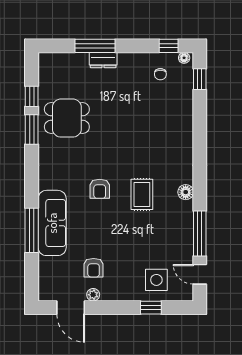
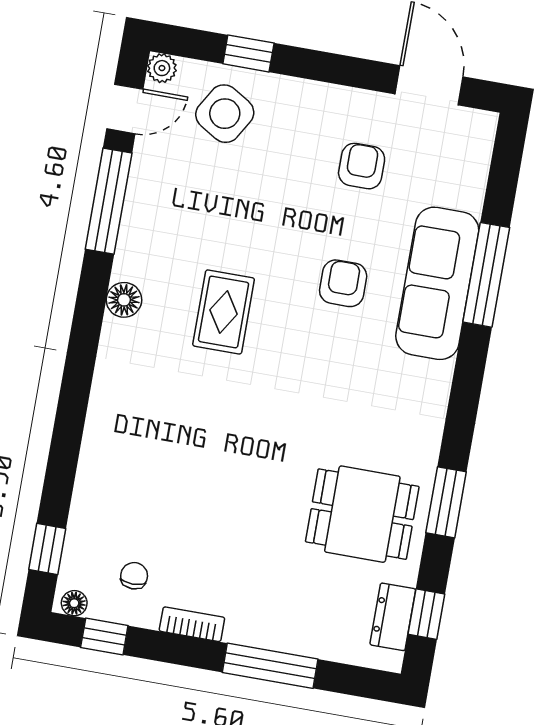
bookcase: (132, 58) -> (192, 624), added
dresser: (103, 60) -> (393, 617), moved, turned -90
window: (32, 96) -> (426, 614), moved
armchair: (100, 189) -> (343, 283), moved
door: (200, 274) -> (125, 109), hinge flipped
side table: (156, 280) -> (225, 114), turned 31
plant: (93, 295) -> (162, 68), moved

